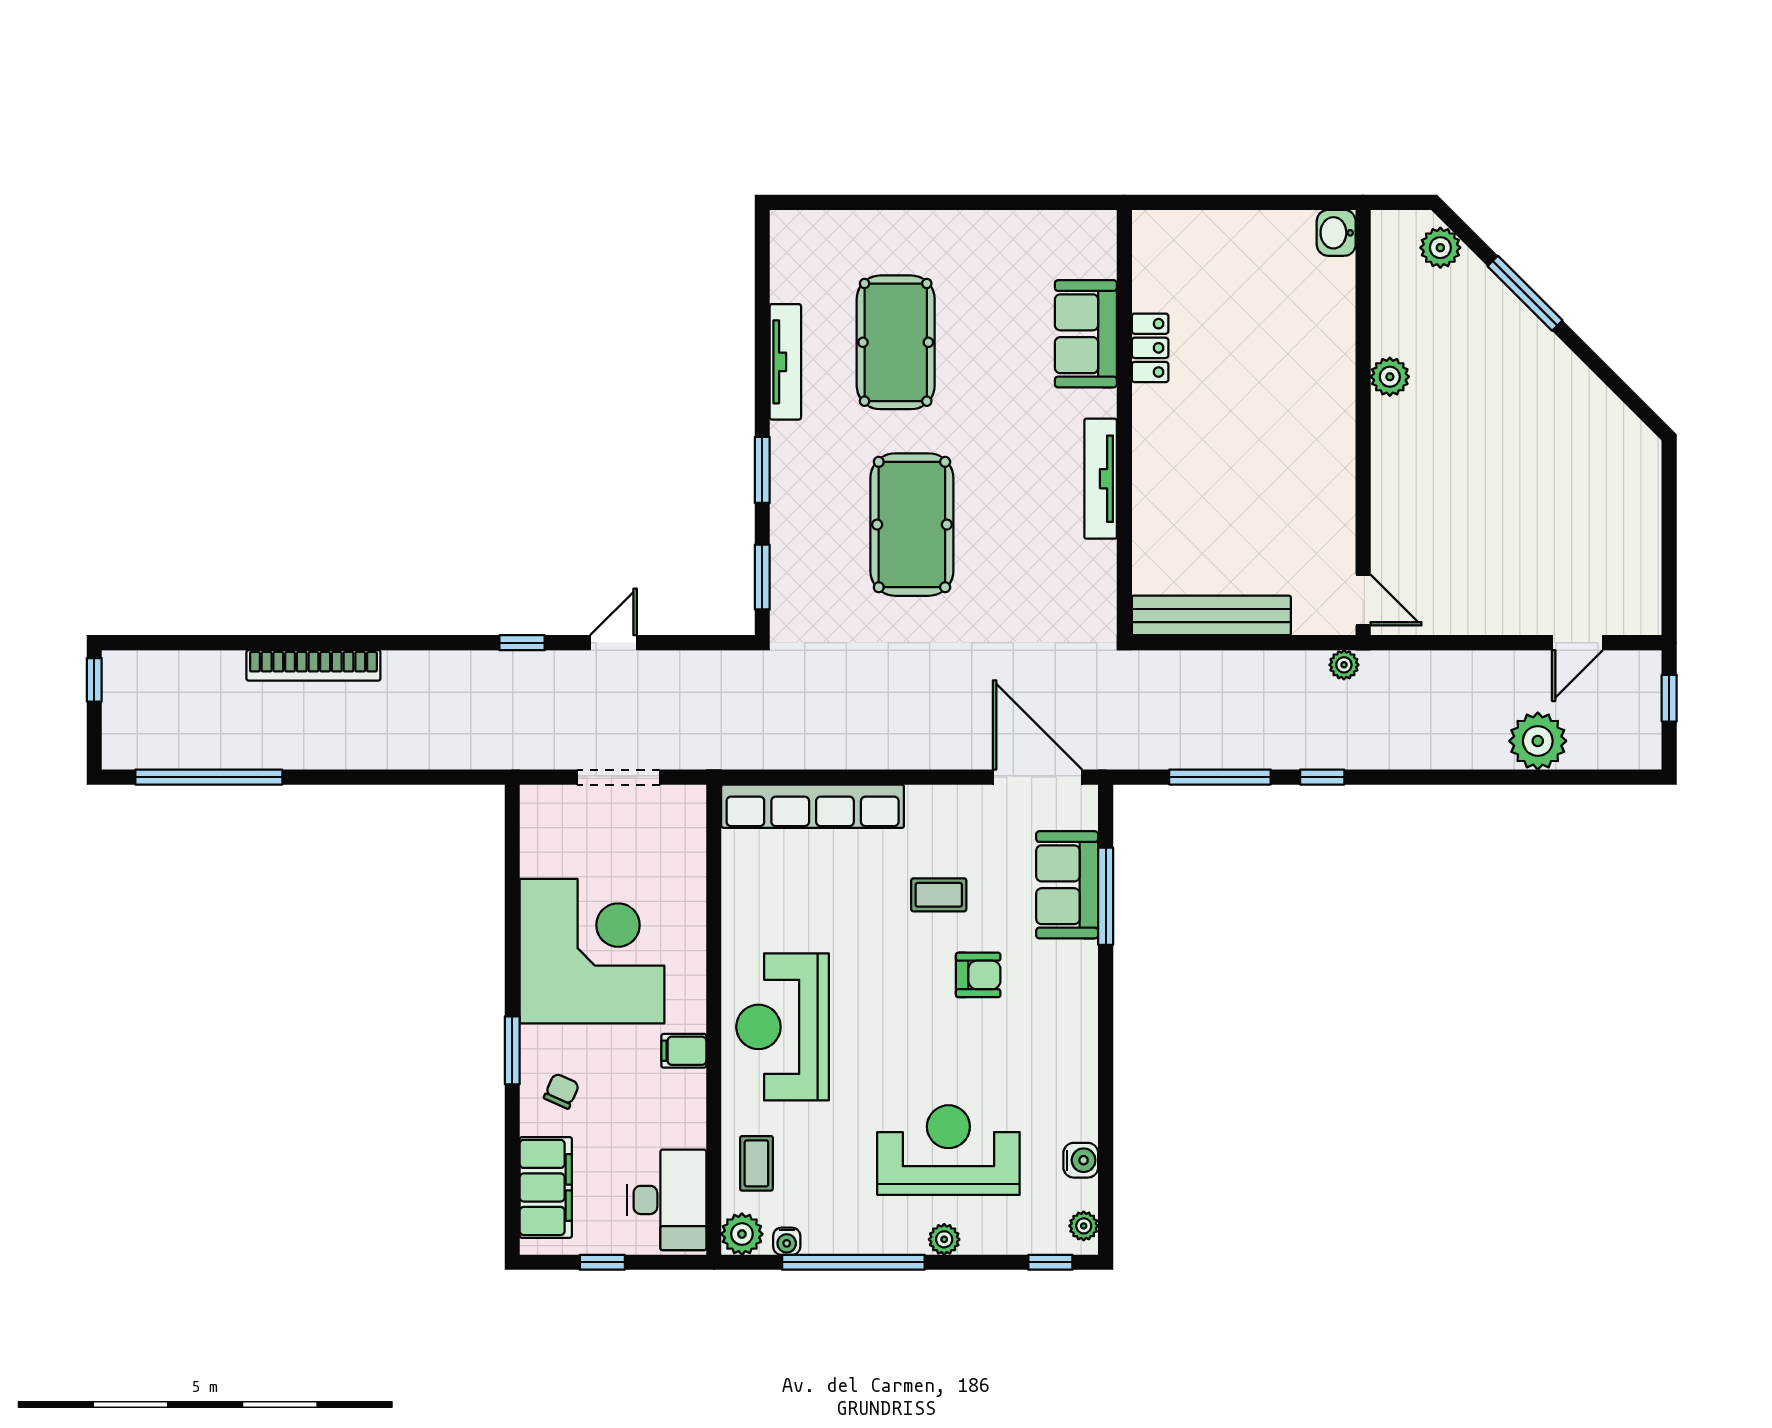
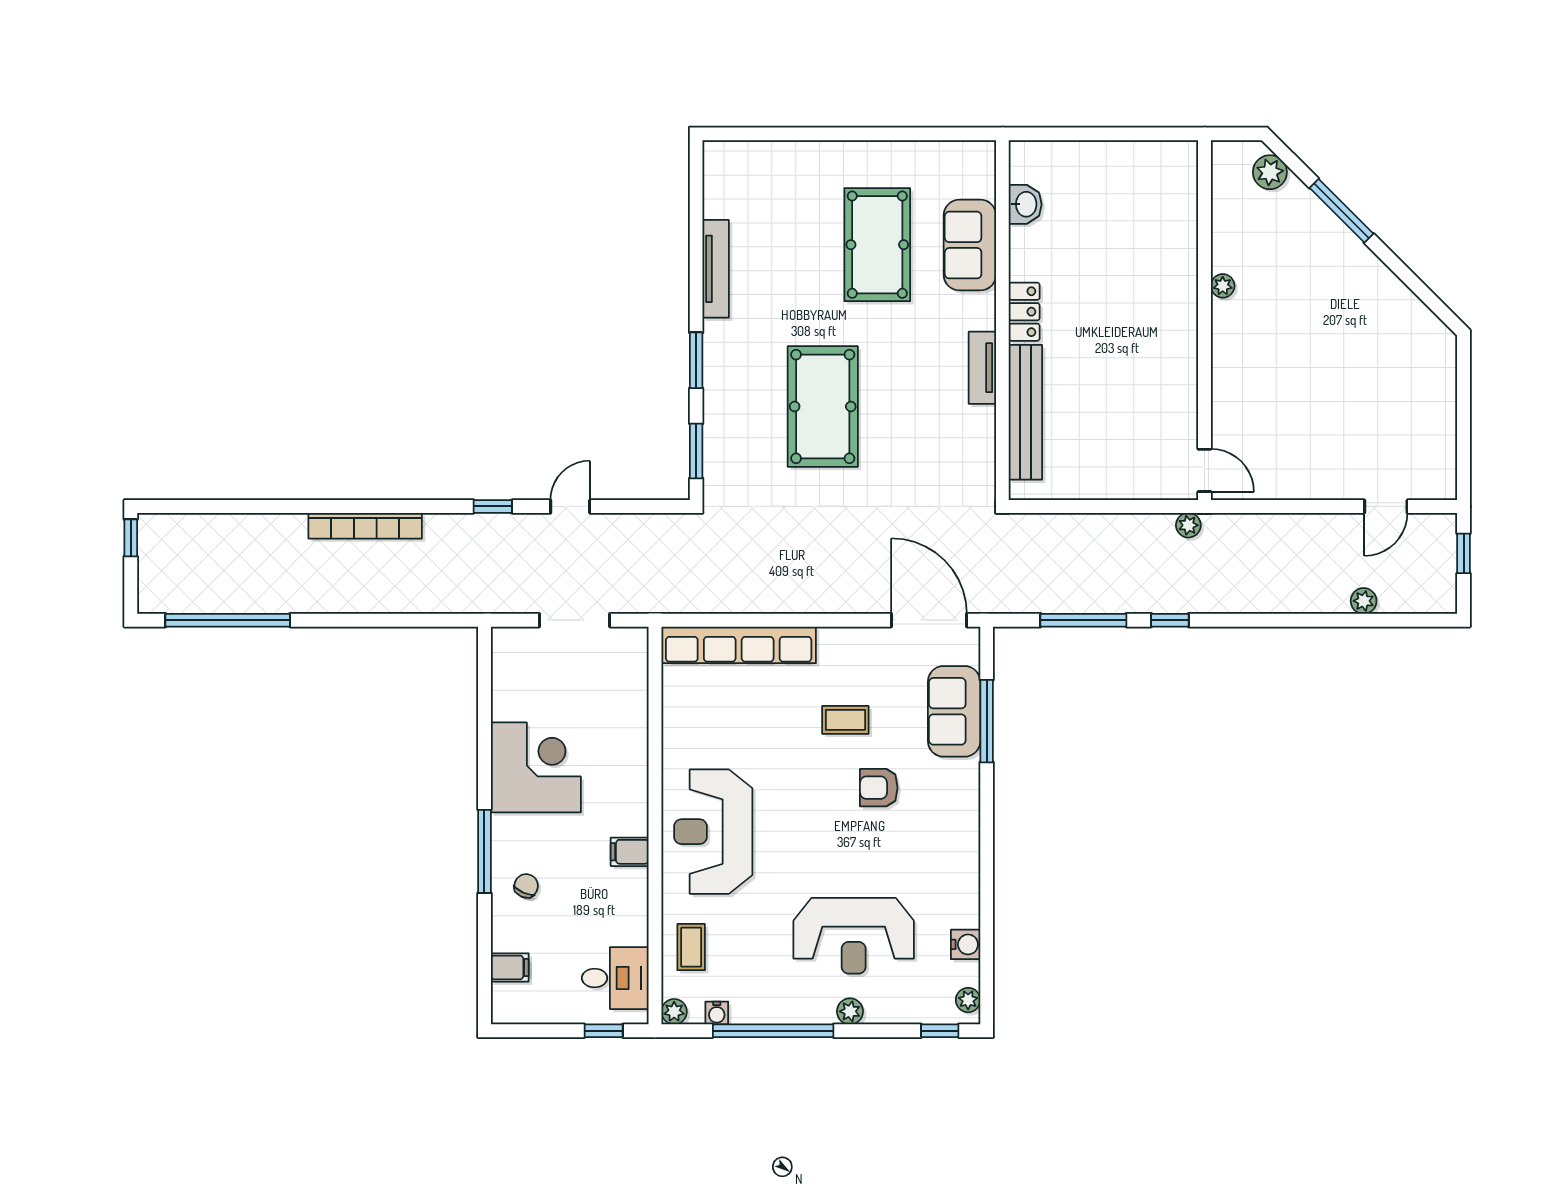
washbasin: (1336, 233) -> (1025, 204), moved, turned 180
pool table: (896, 342) -> (877, 245), moved
locker: (1150, 348) -> (1024, 312), moved
plant: (1390, 377) -> (1223, 286), width x0.73, depth x0.73
tv unit: (1101, 479) -> (982, 368), width x0.71
bench: (1211, 615) -> (1025, 412), moved, turned 90
bookcase: (313, 665) -> (365, 526), moved
plant: (1538, 741) -> (1364, 601), width x0.53, depth x0.53
corner desk: (592, 951) -> (536, 767), width x0.74, depth x0.74
armchair: (978, 975) -> (879, 788), turned 180
window: (512, 1050) -> (484, 851), width x1.44
reception desk: (948, 1150) -> (854, 936), turned 180
filing cabinet: (546, 1187) -> (510, 967), width x0.33, depth x0.86
desk: (667, 1200) -> (615, 978), width x0.73
plant: (742, 1234) -> (674, 1012), width x0.73, depth x0.73
window: (602, 1262) -> (604, 1031), moved

